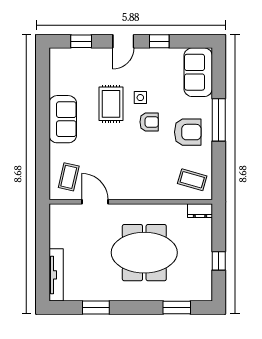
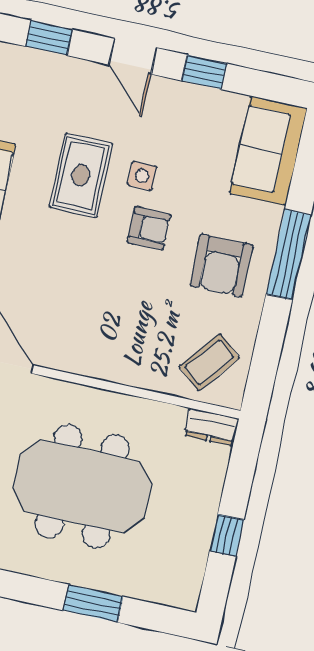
door: (123, 41) -> (133, 56), hinge flipped
armchair: (188, 132) -> (221, 265), turned 90
coffee table: (192, 180) -> (209, 362), turned -67
window: (177, 308) -> (93, 603), moved

